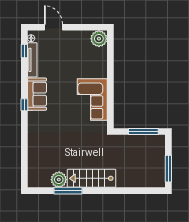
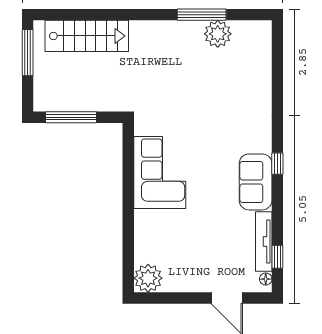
stairs: (92, 178) -> (87, 36), moved

